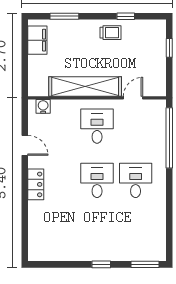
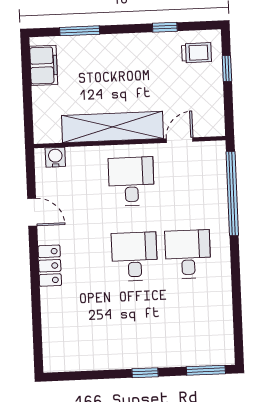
trolley: (111, 33) -> (197, 53), moved

